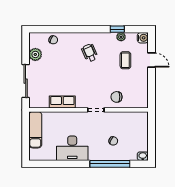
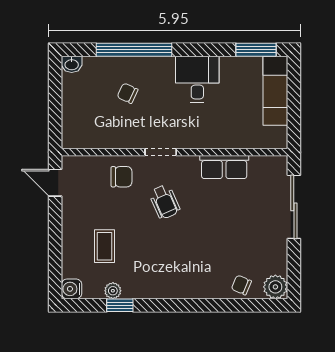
wheelchair: (90, 53) -> (165, 202), moved
plant: (35, 54) -> (275, 287), moved
door: (151, 60) -> (55, 183), moved
exam couch: (35, 130) -> (275, 91), moved
desk: (72, 148) -> (197, 79), width x0.73
window: (46, 164) -> (256, 50), added

